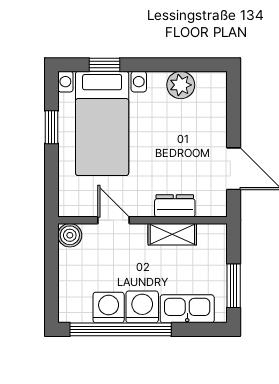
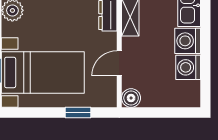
window: (51, 127) -> (78, 112), moved
window: (121, 329) -> (205, 58), removed

